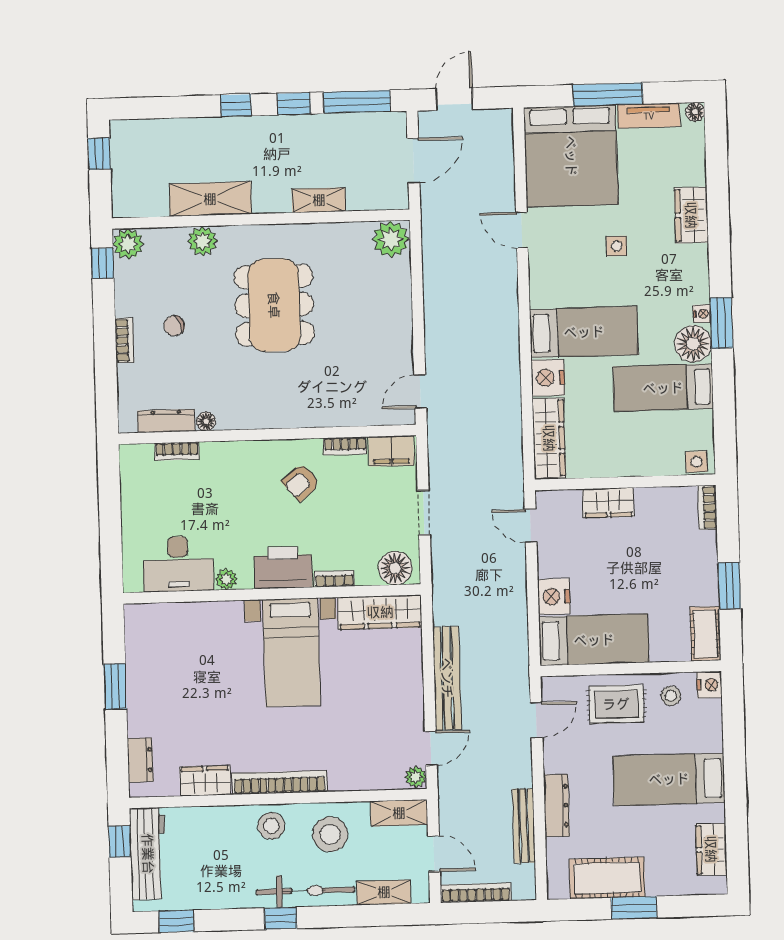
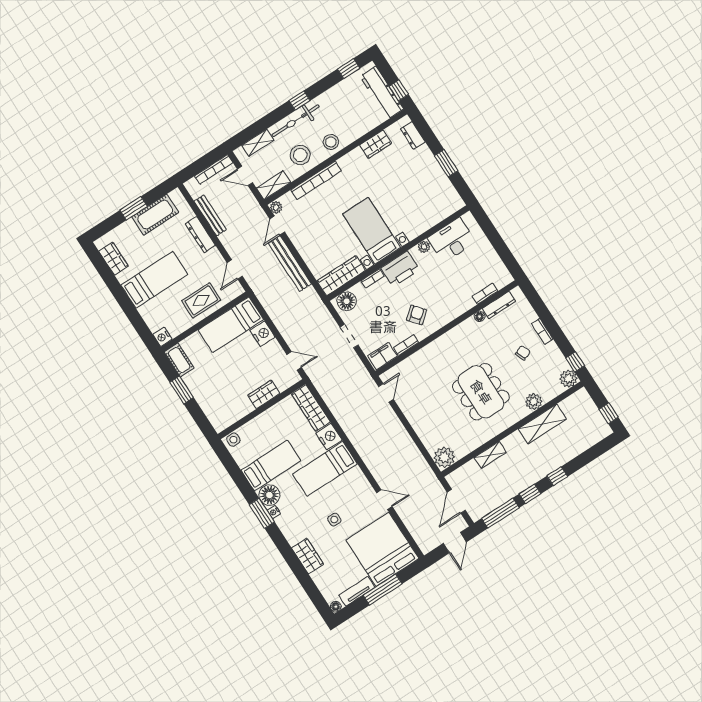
bookcase: (707, 507) -> (215, 421), removed
stool: (671, 696) -> (178, 320), removed
bookcase: (280, 782) -> (316, 180), moved

